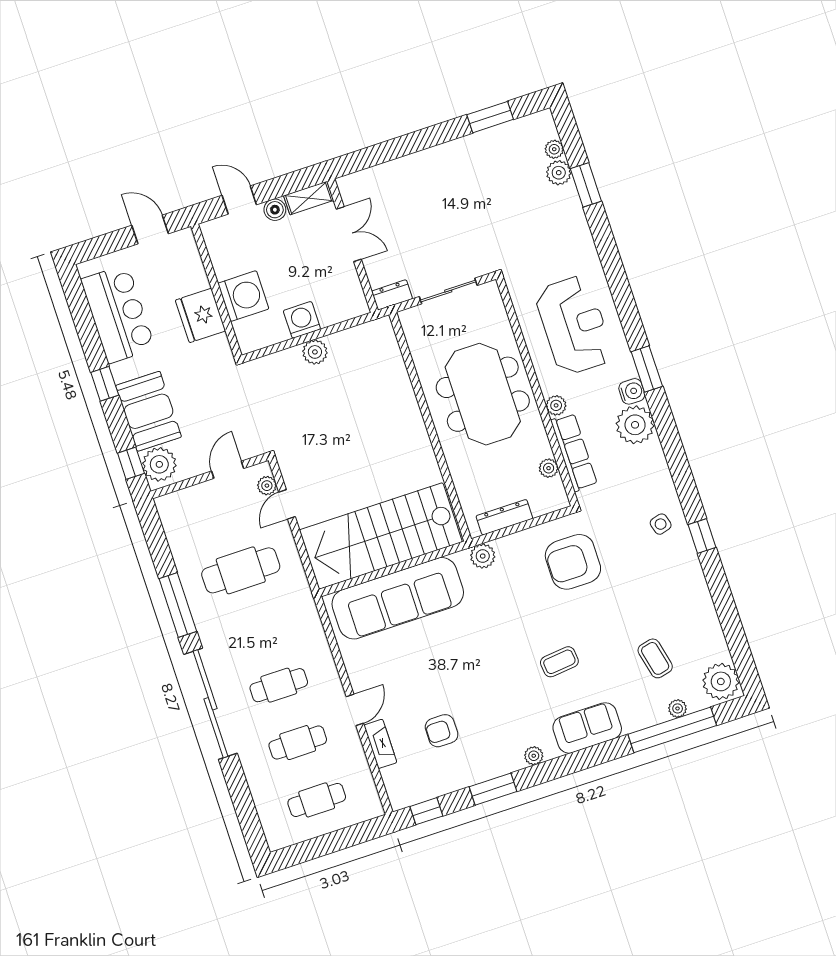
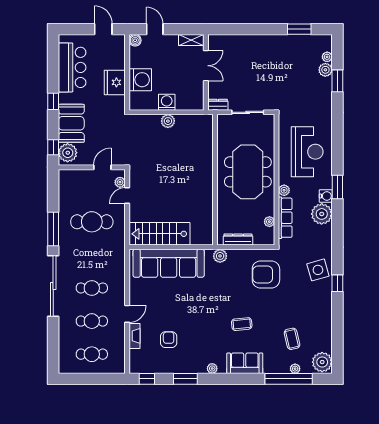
boiler: (275, 210) -> (135, 40), moved
side table: (661, 524) -> (318, 270), width x1.87, depth x1.87
stairs: (381, 536) -> (159, 234), width x0.73, depth x0.66
armchair: (442, 731) -> (169, 340), turned 90

